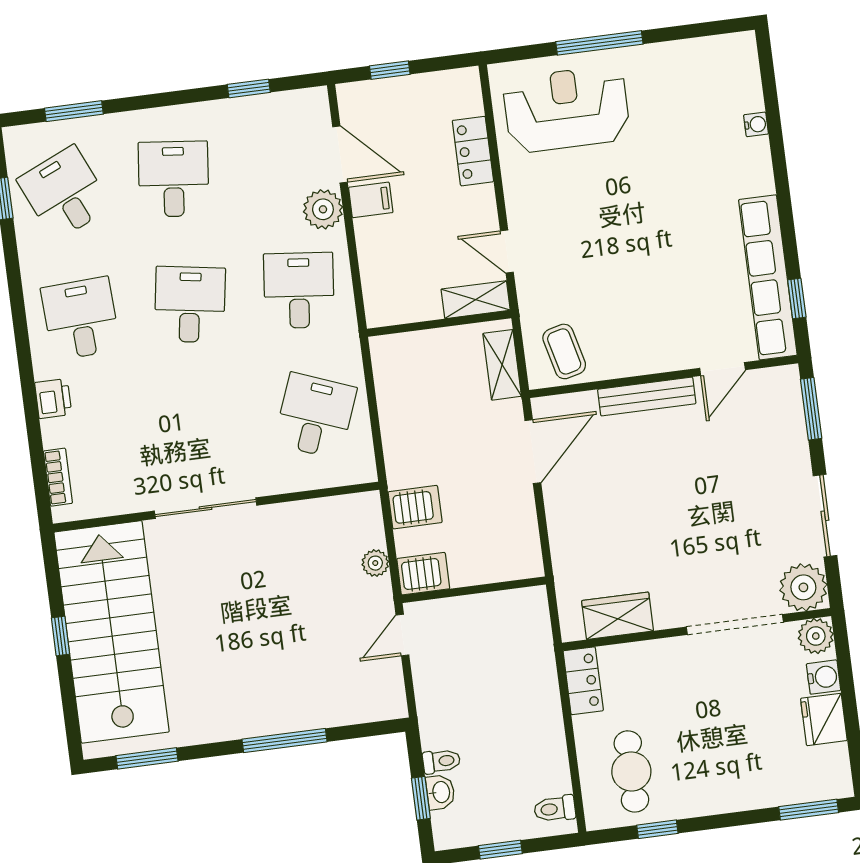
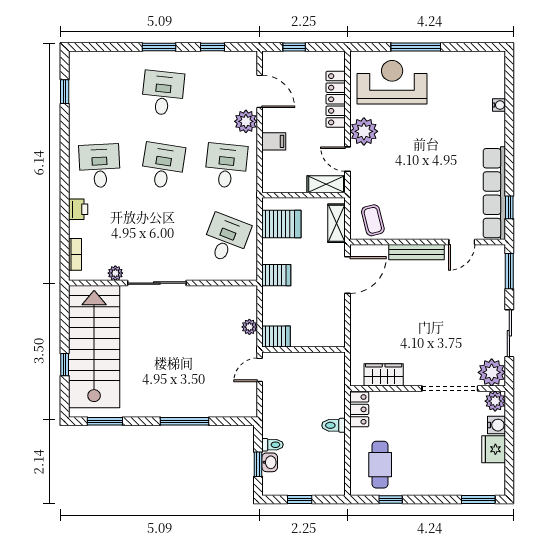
window: (74, 111) -> (159, 47), moved
locker: (473, 151) -> (336, 99), width x1.53
desk: (64, 193) -> (100, 93), removed
filing cabinet: (371, 200) -> (274, 141), moved
plant: (529, 200) -> (364, 131), added
server rack: (407, 378) -> (281, 224), added
plant: (132, 500) -> (115, 273), added
server rack: (415, 507) -> (276, 275), moved
window: (60, 636) -> (65, 365), moved
toilet: (555, 809) -> (334, 425), moved

